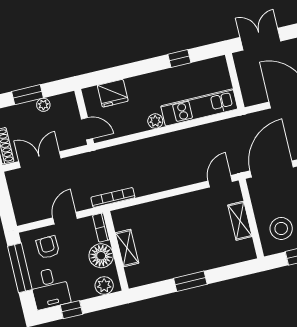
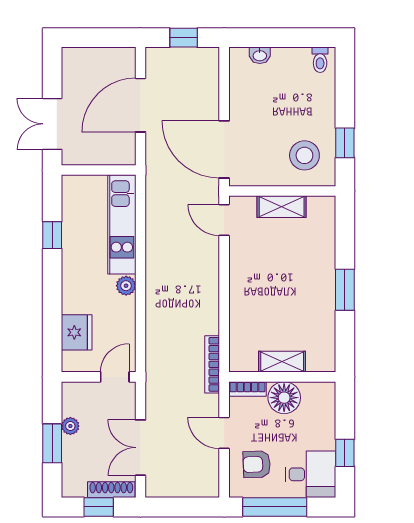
plant: (104, 285) -> (324, 403), removed

